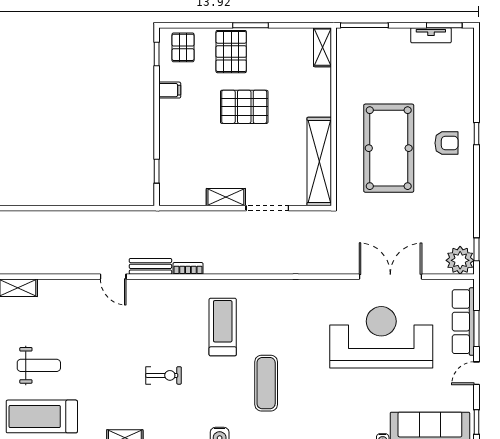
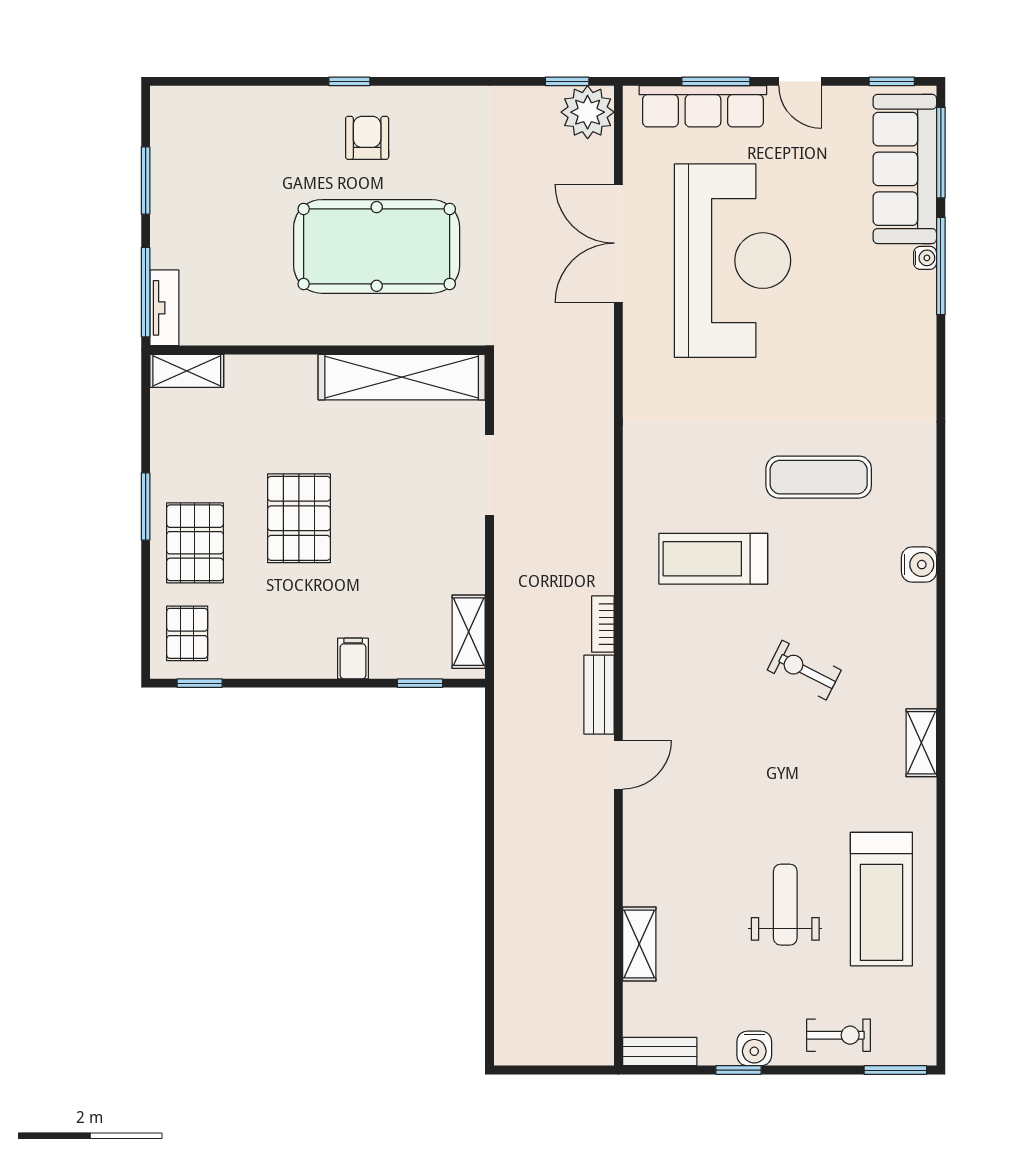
window: (444, 25) -> (146, 180), moved
tv unit: (431, 35) -> (164, 308), moved
pallet: (183, 47) -> (187, 633), turned 90
pallet: (231, 52) -> (195, 543), turned 90
filing cabinet: (170, 90) -> (353, 658), moved
shelving: (226, 197) -> (469, 632), moved
reception desk: (381, 337) -> (733, 261), turned 180
exercise bike: (164, 375) -> (804, 670), turned -63

